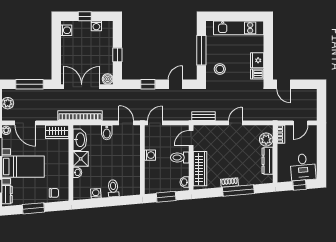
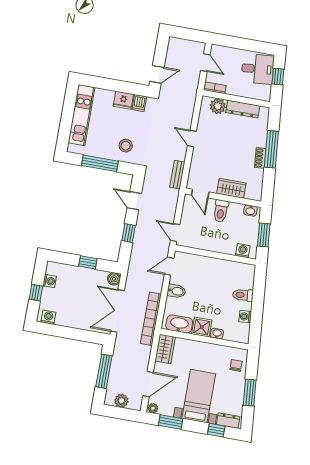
washing machine: (150, 155) -> (243, 251), moved
wardrobe: (200, 169) -> (231, 188), width x0.67

